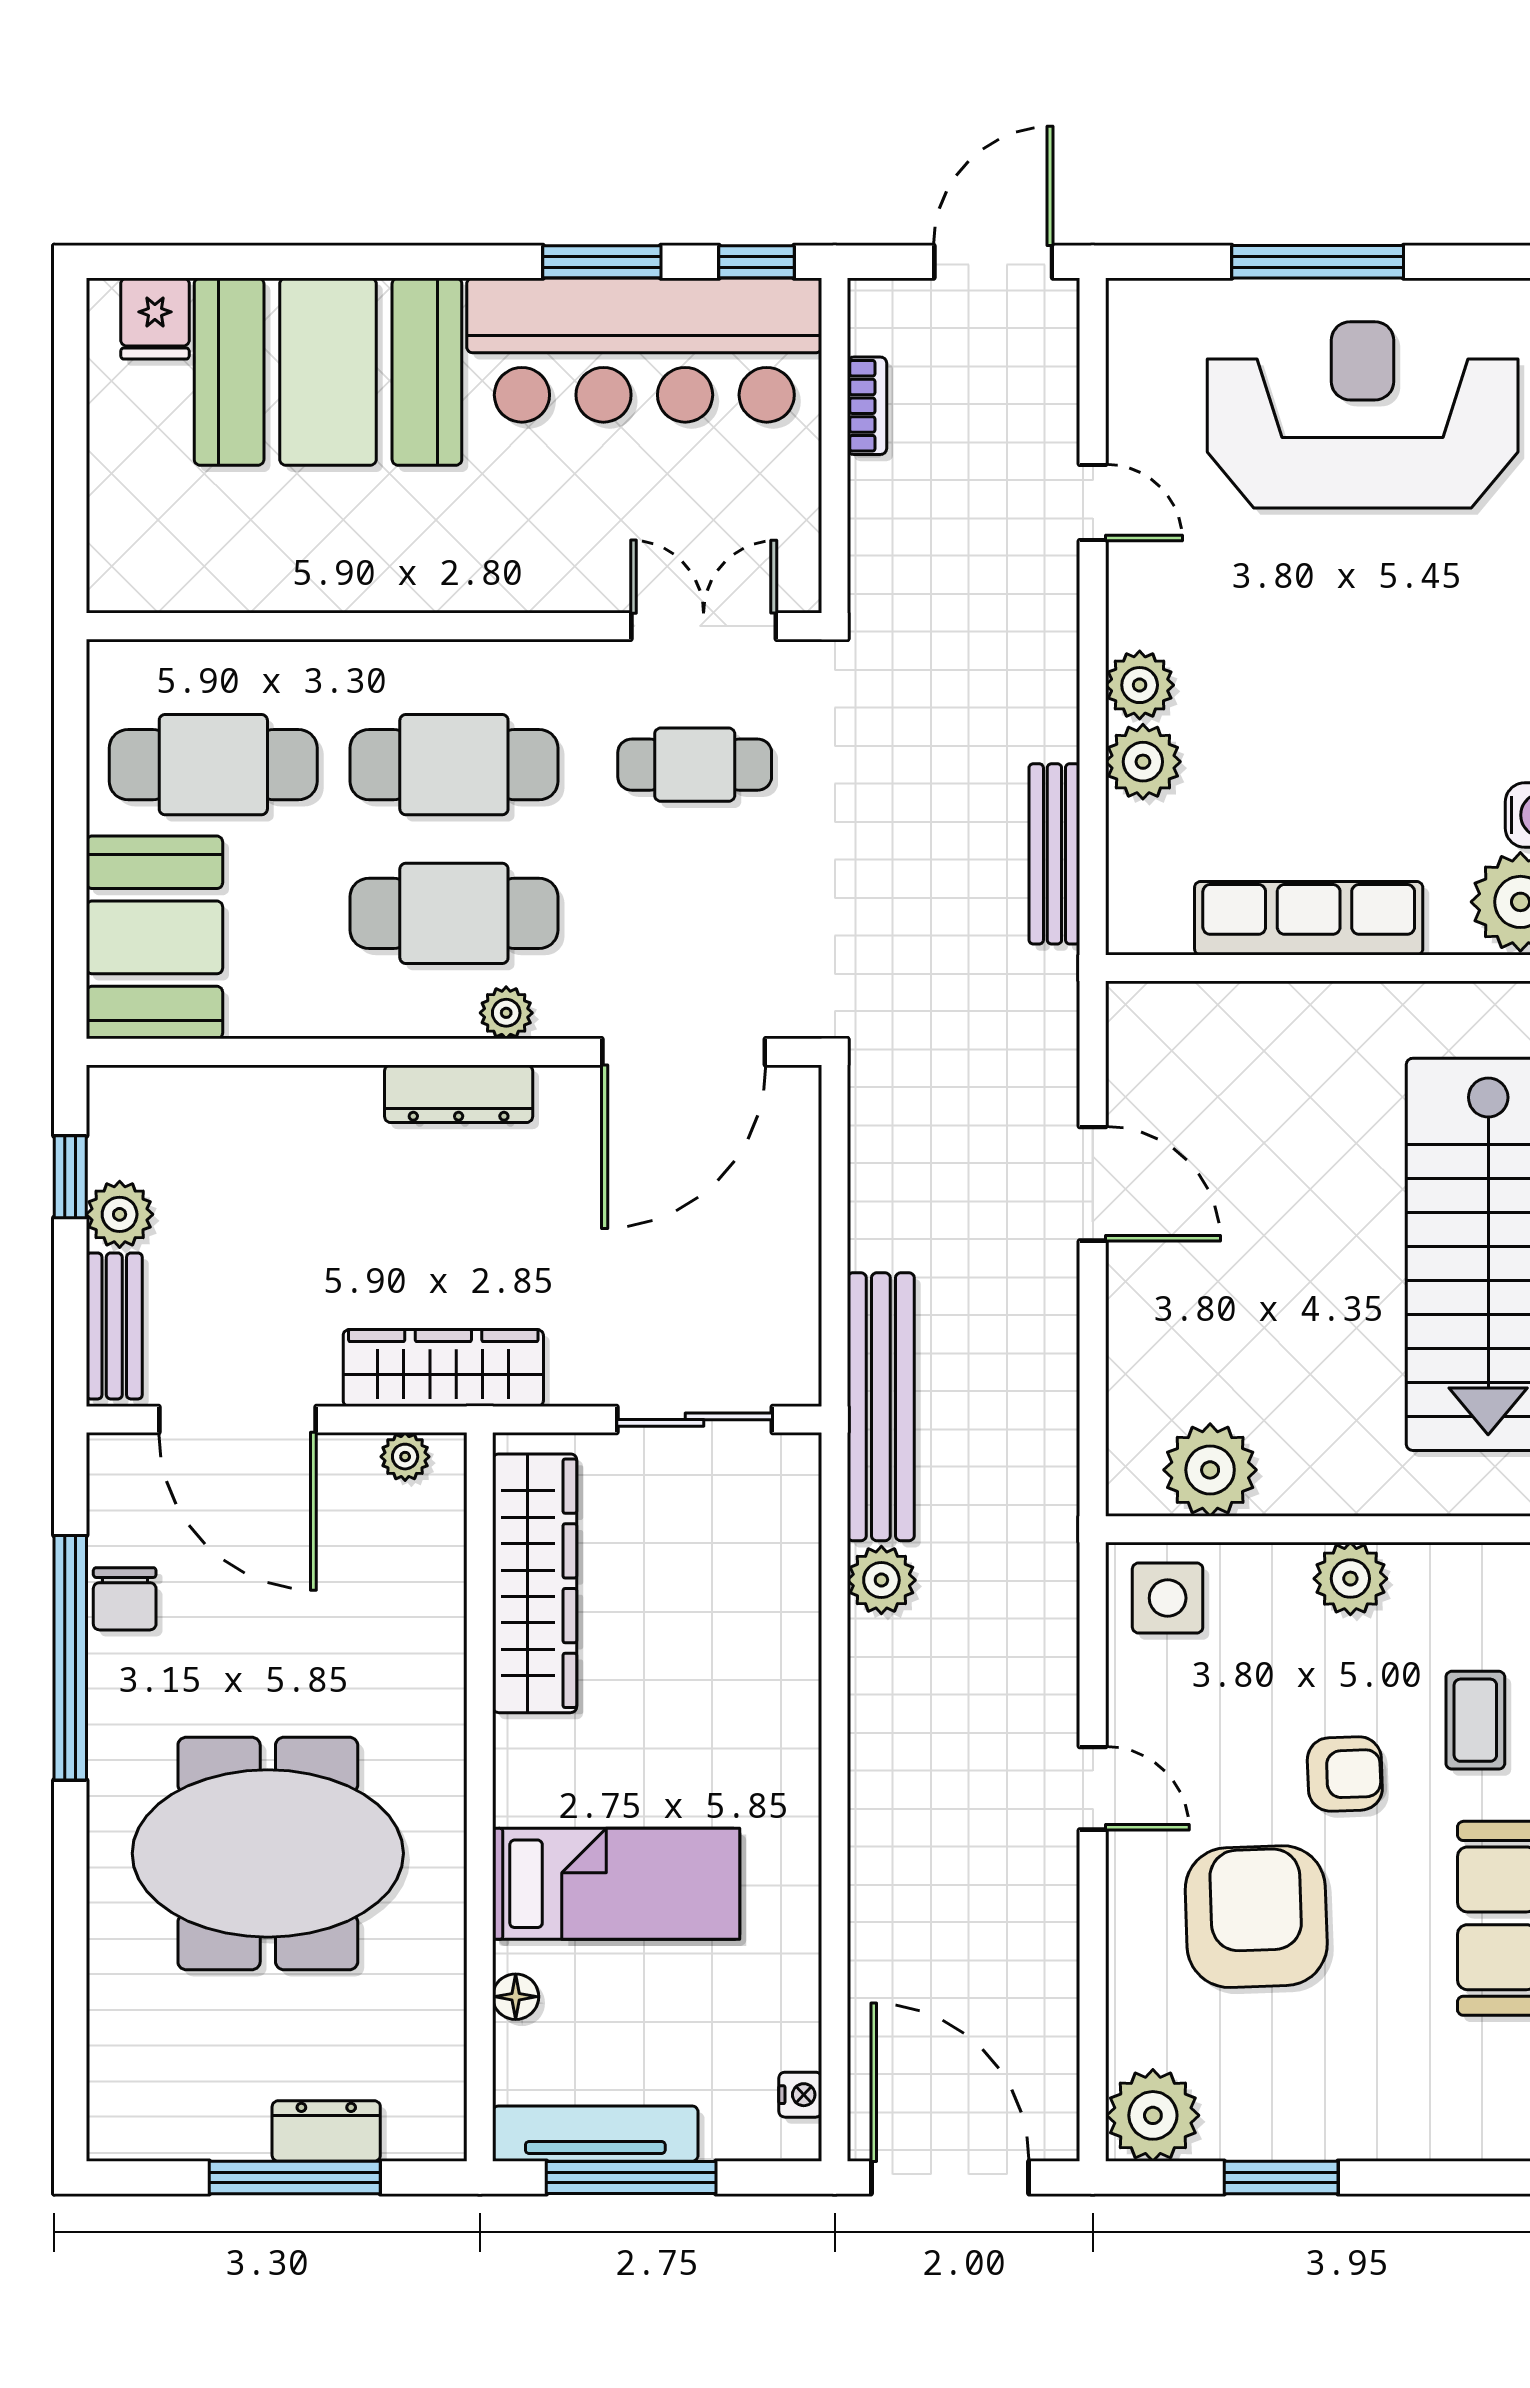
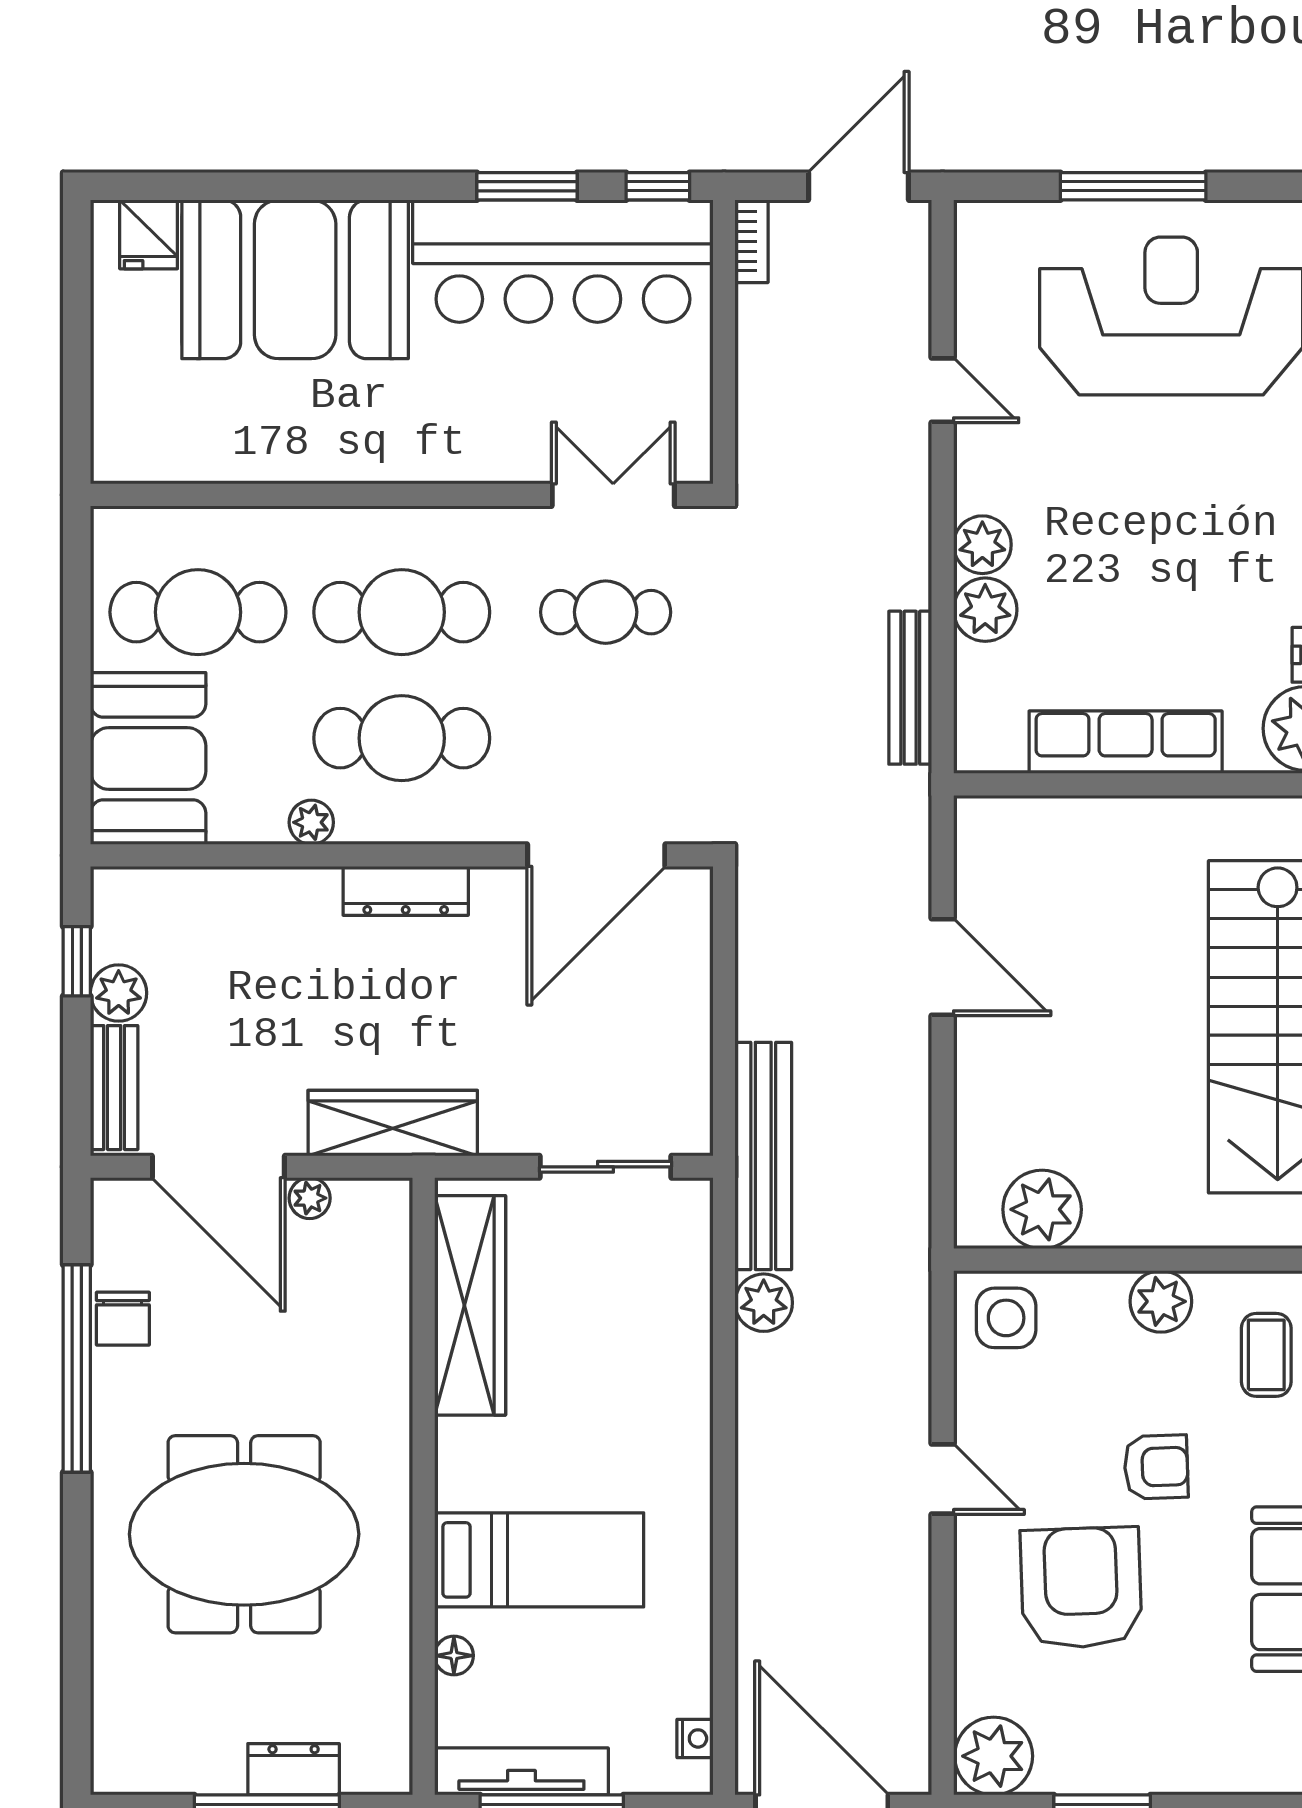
bookcase: (867, 406) -> (752, 241), moved
plant: (506, 1013) -> (311, 822), moved
plant: (405, 1457) -> (310, 1198), moved
coffee table: (1475, 1720) -> (1266, 1355), moved

